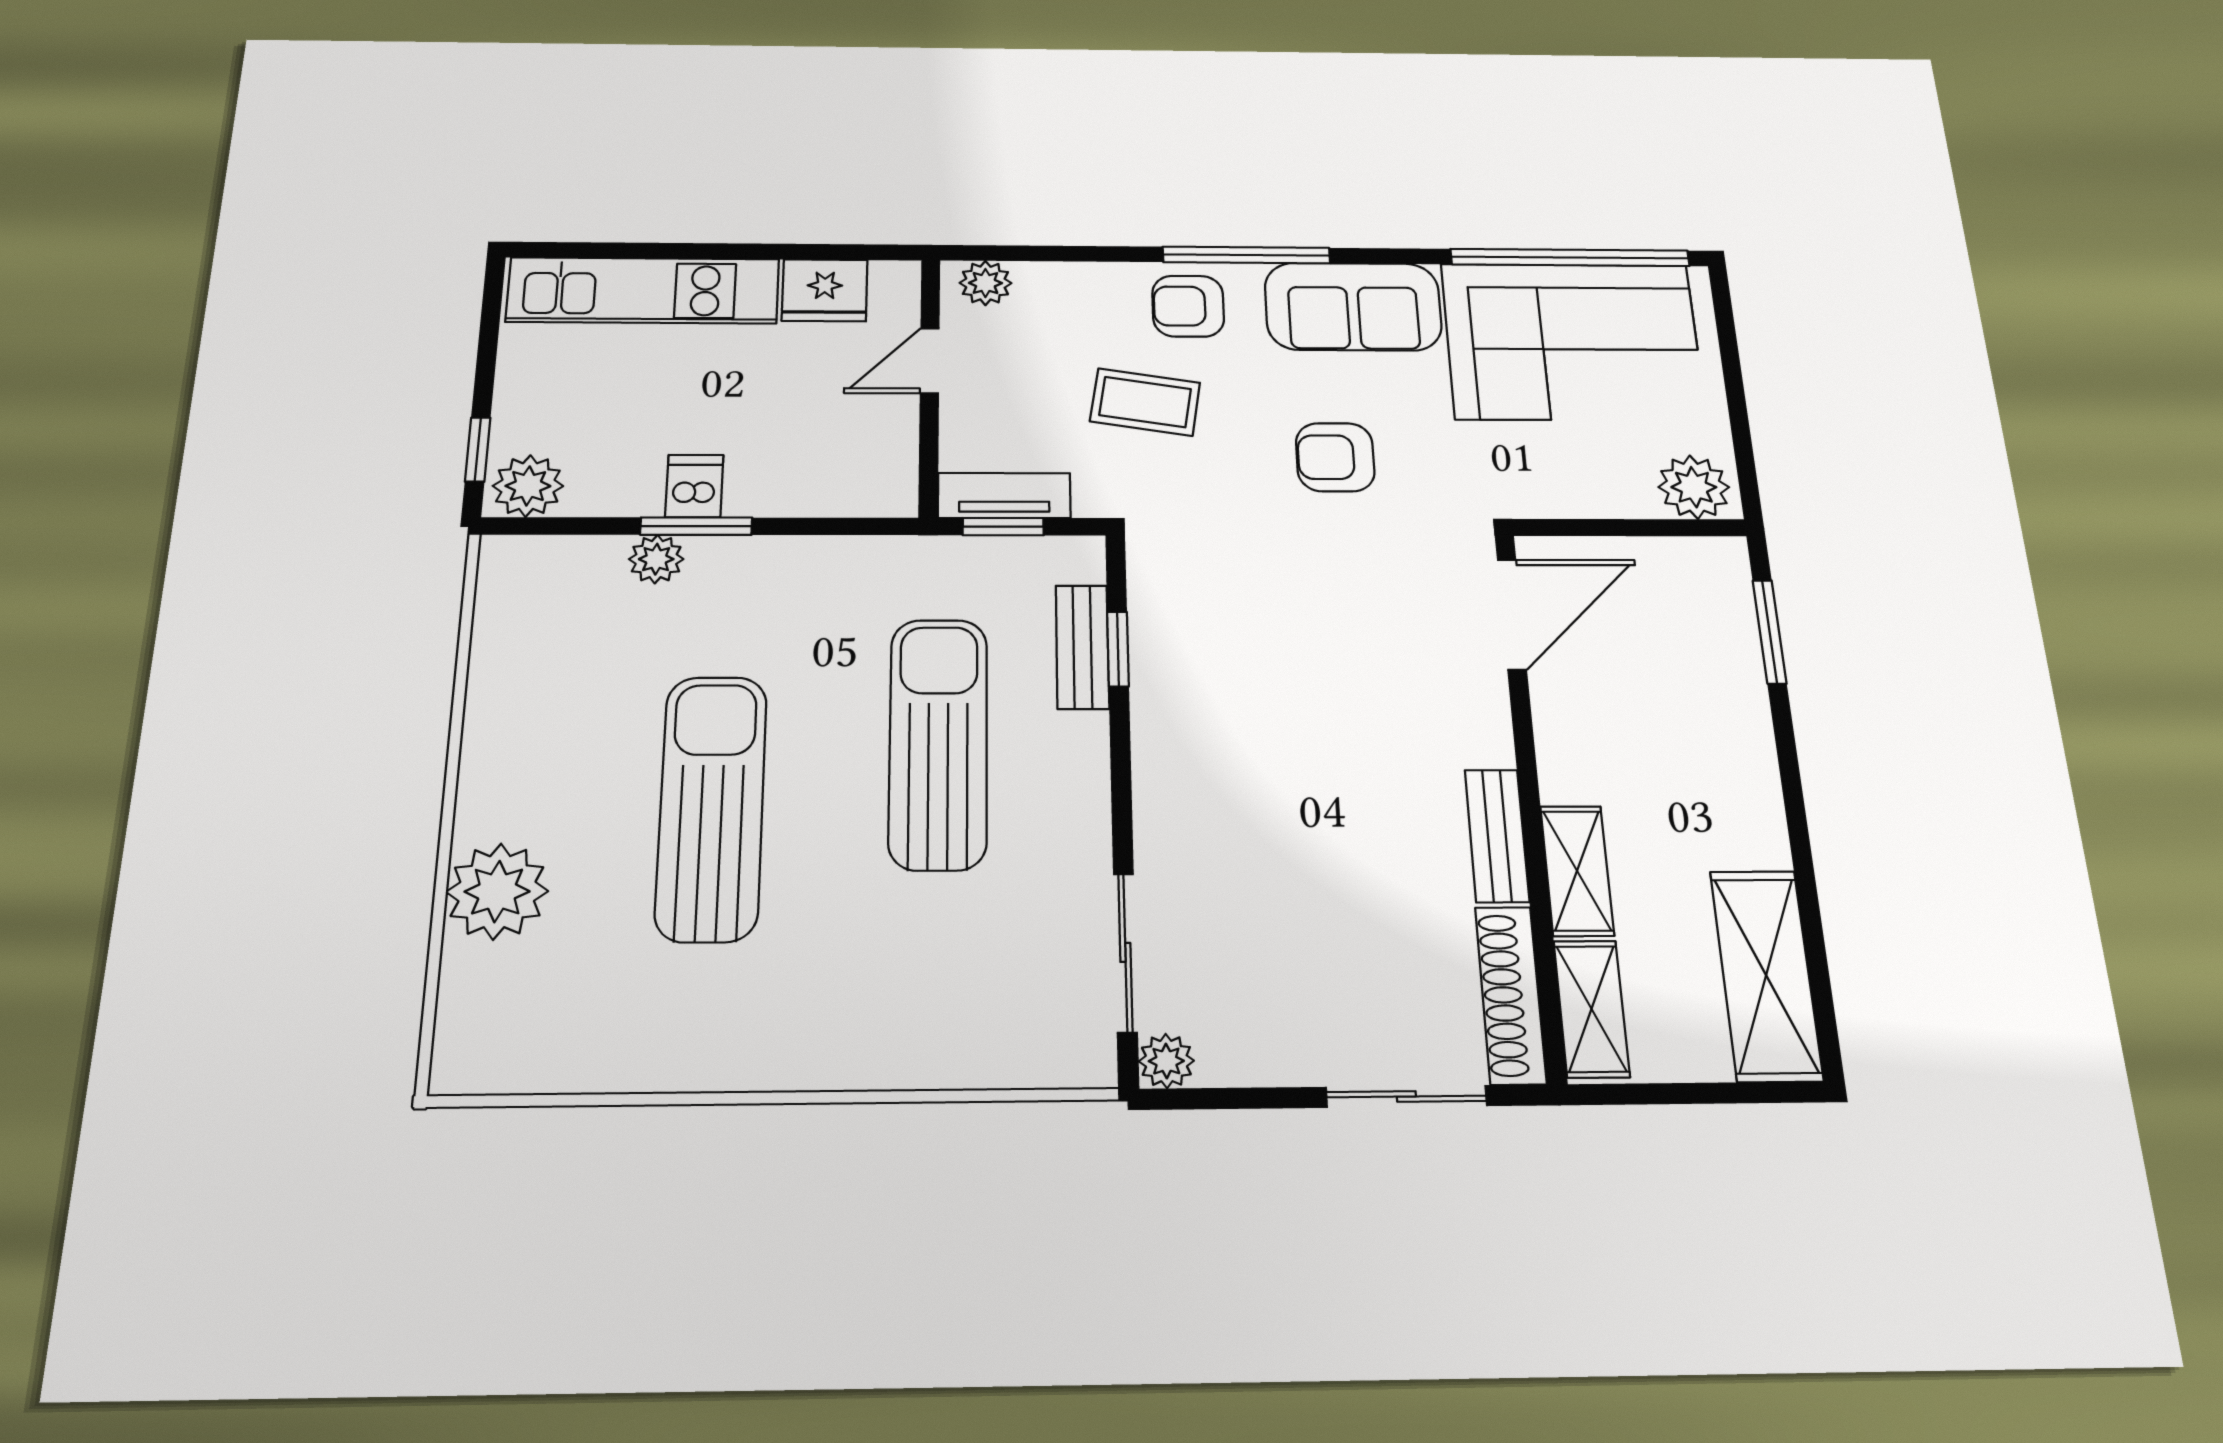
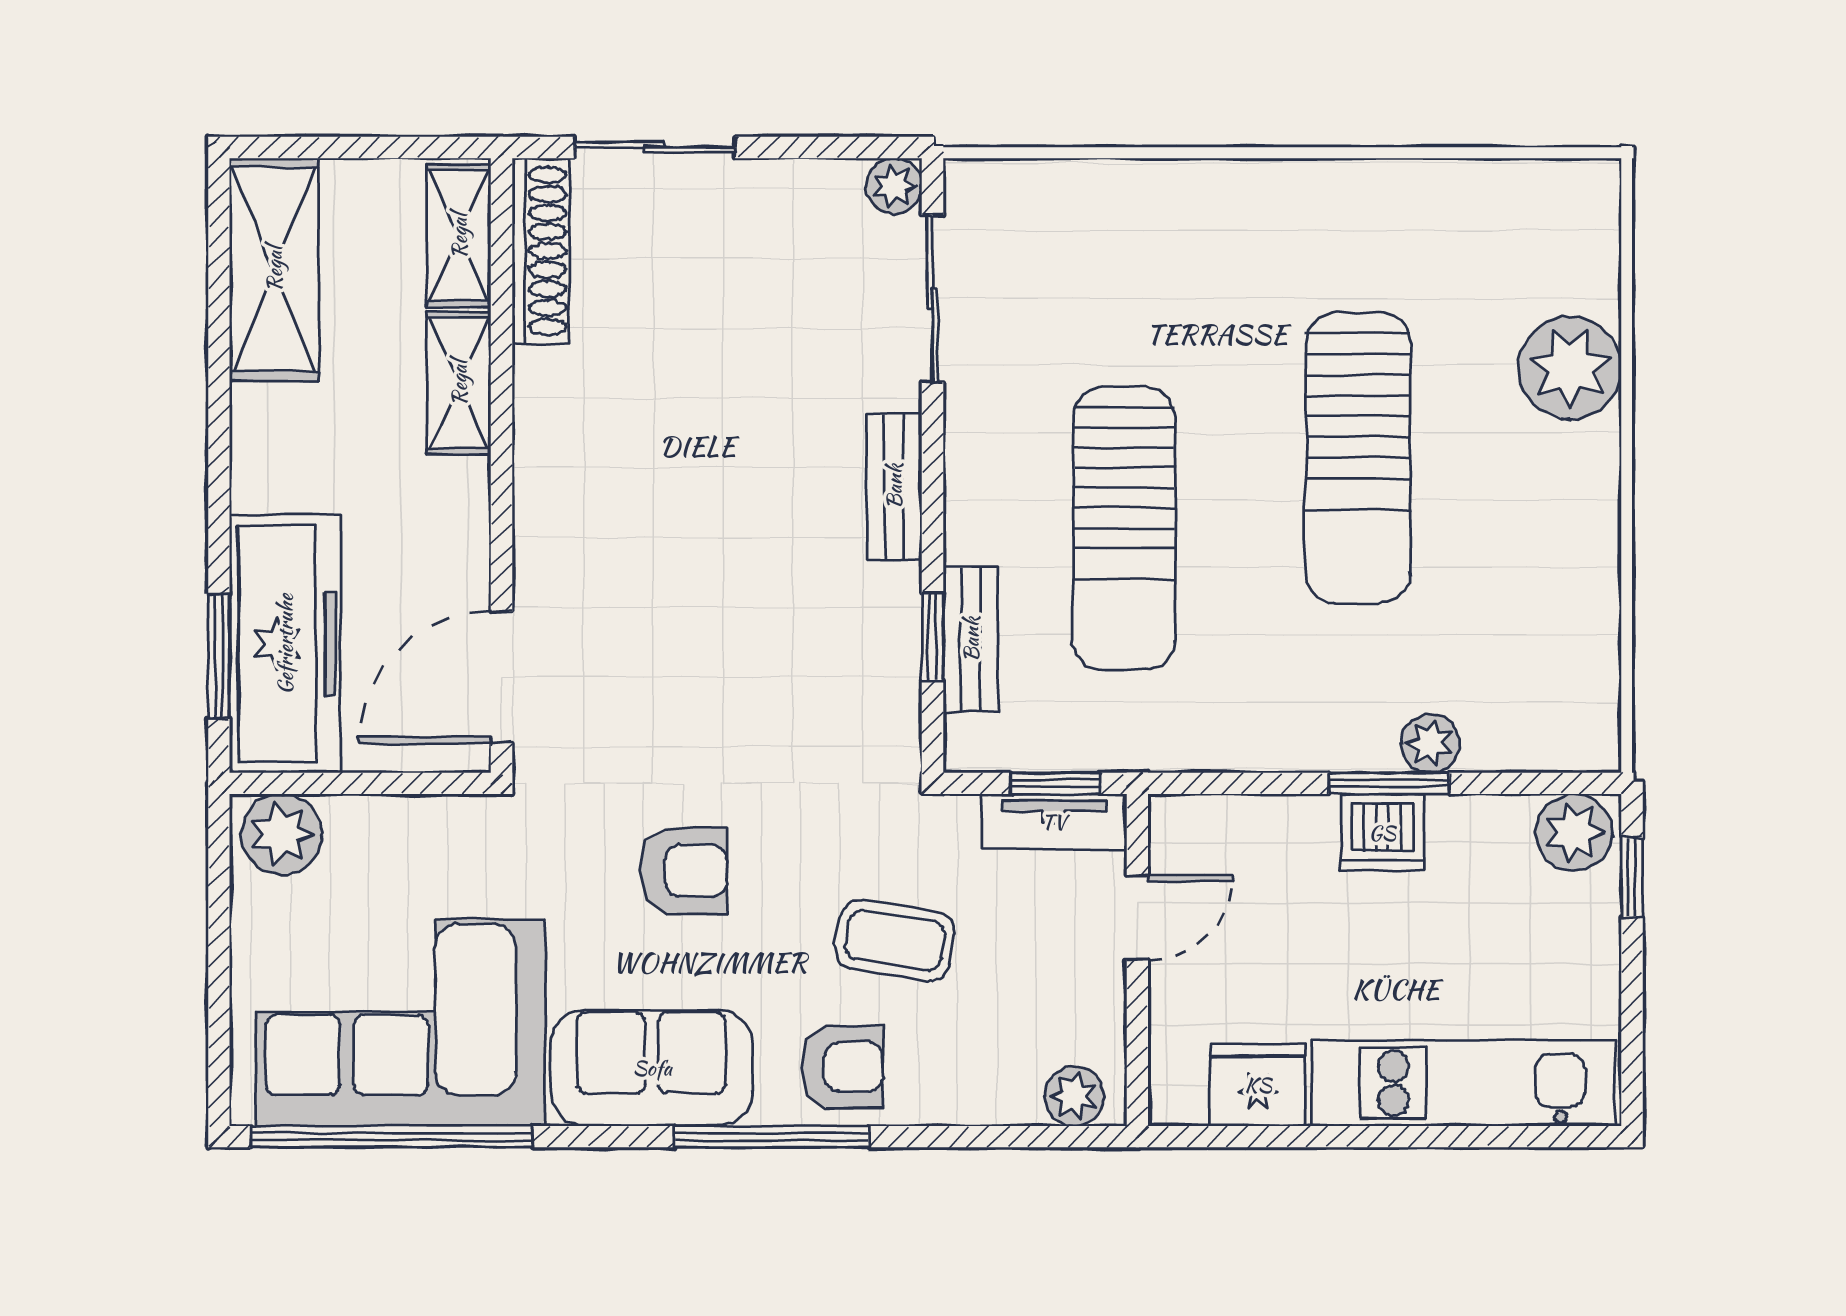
door: (930, 361) -> (1137, 917), moved
dishwasher: (694, 486) -> (1382, 833), width x1.38
freezer: (1711, 642) -> (285, 644), added
bench: (1497, 836) -> (894, 486), moved

